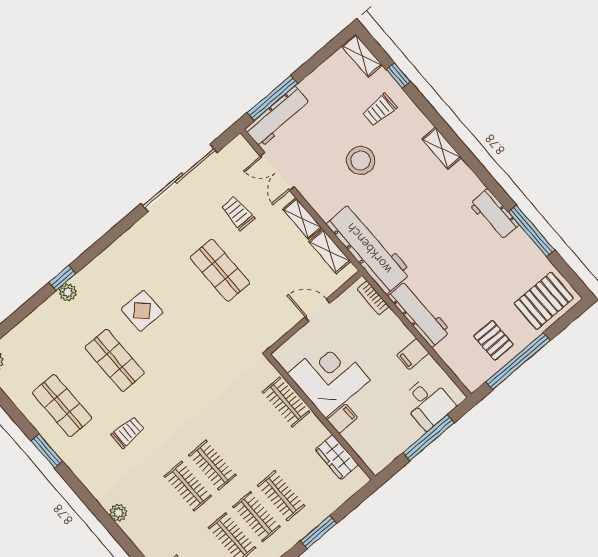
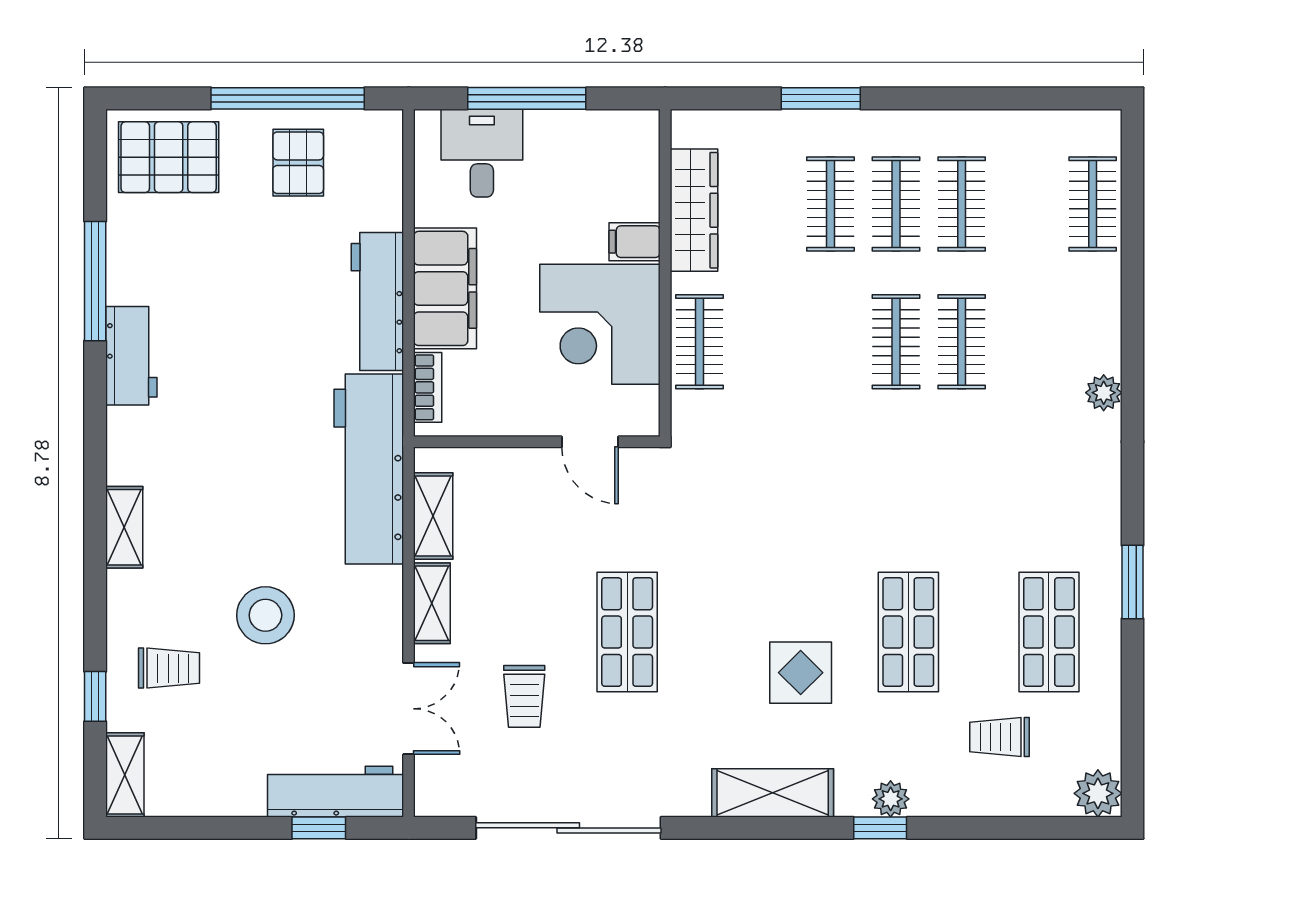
window: (272, 98) -> (319, 828), width x0.46
shelving: (114, 257) -> (773, 793), added
door: (318, 310) -> (590, 442), moved
filing cabinet: (413, 354) -> (445, 288), width x3.00, depth x1.17
trolley: (128, 432) -> (999, 737), moved
wardrobe: (337, 457) -> (694, 210), width x1.50

